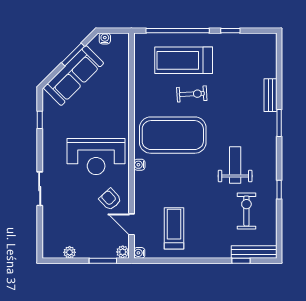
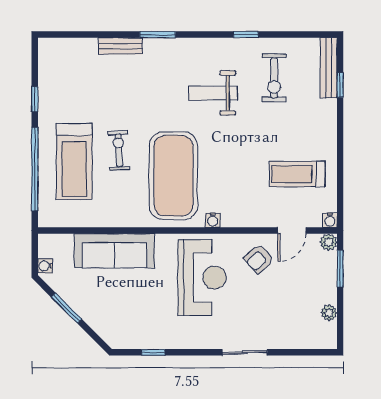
sofa: (74, 75) -> (114, 251), moved, turned 135
exercise bike: (246, 211) -> (274, 78), turned -90

